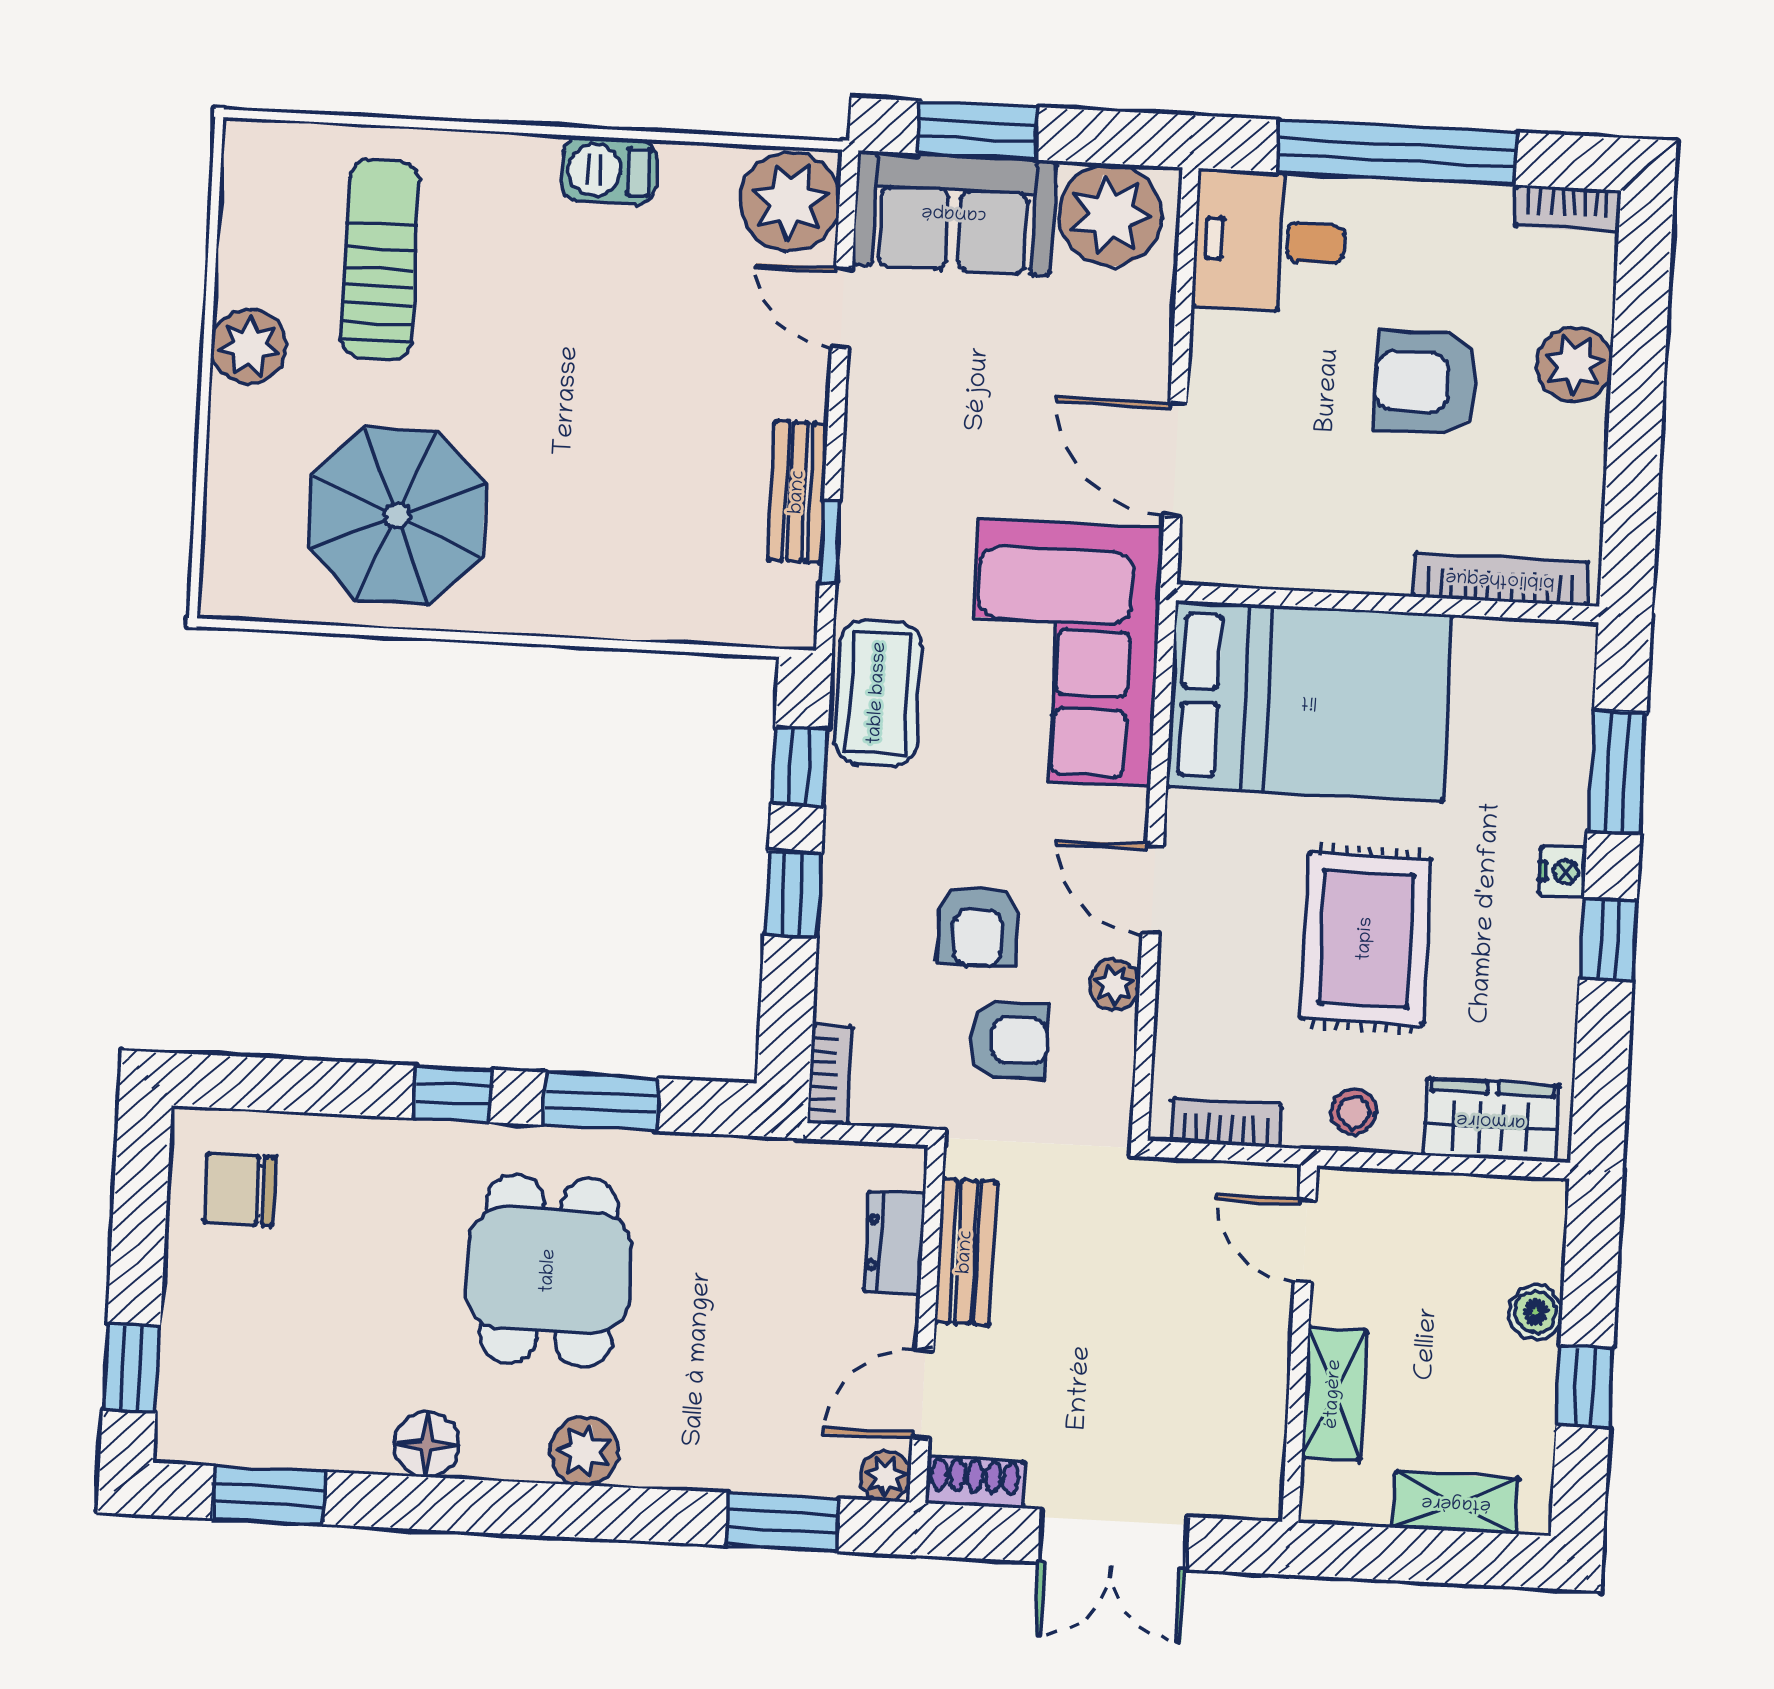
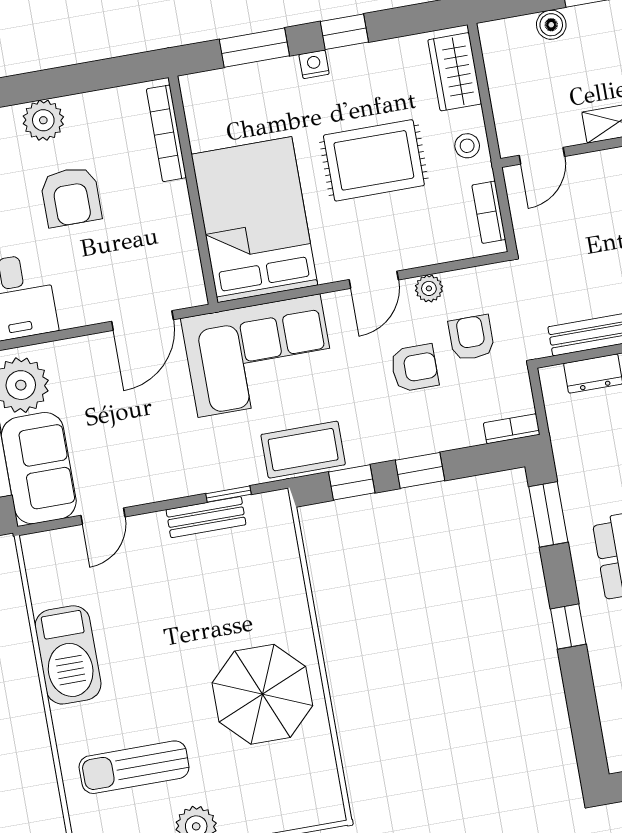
barbecue: (609, 170) -> (68, 655), width x1.88, depth x1.53
plant: (790, 201) -> (53, 557), removed
parasol: (397, 516) -> (262, 694), moved
window: (601, 1102) -> (548, 514), moved

